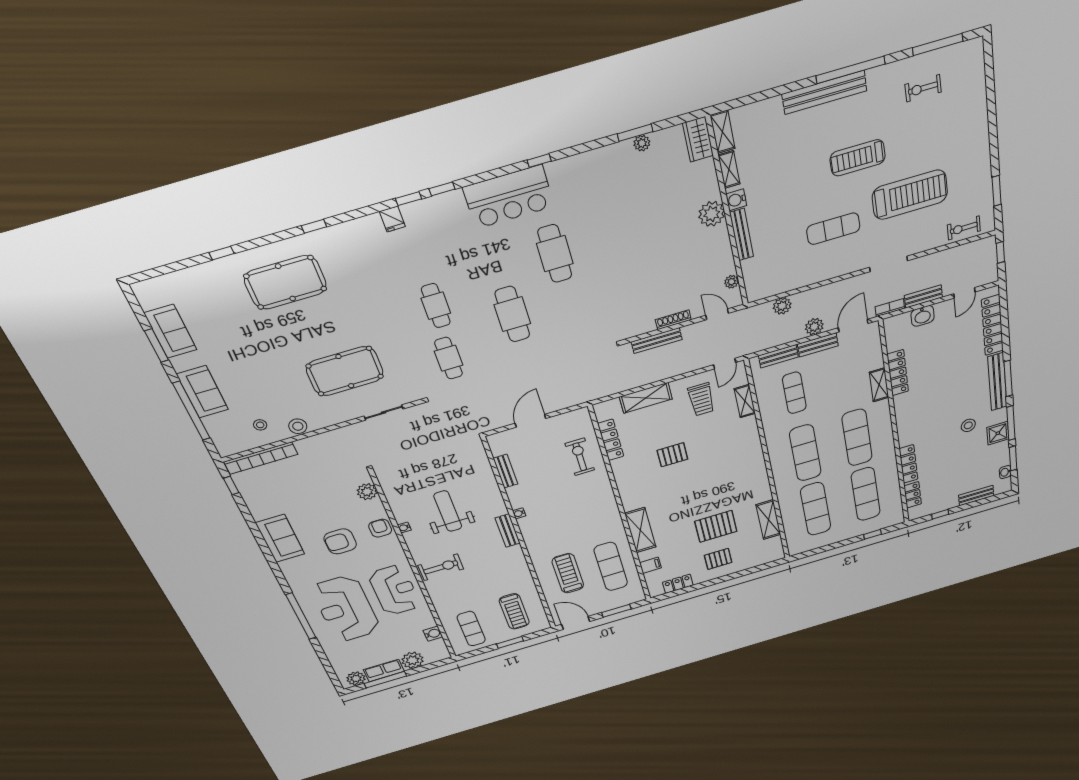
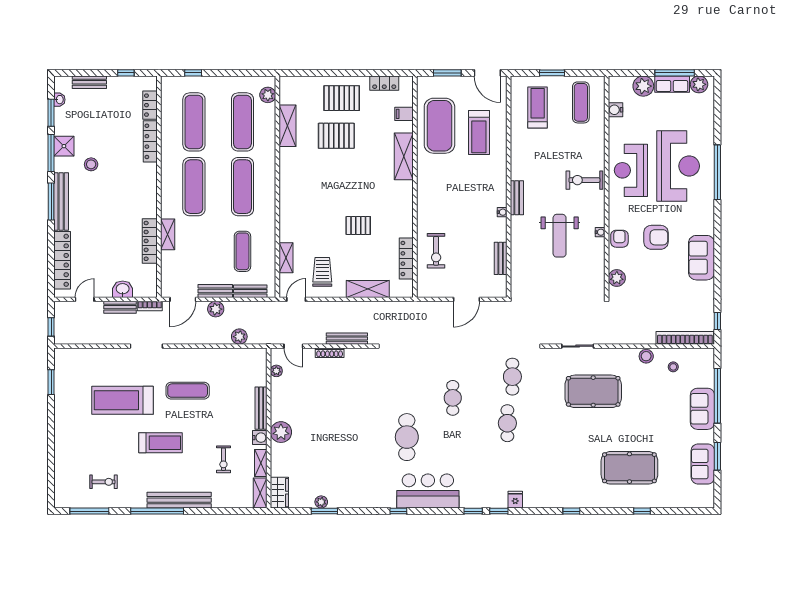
exercise bike: (964, 228) -> (223, 459), moved, turned 90
pool table: (285, 282) -> (629, 468), moved
cafe table: (512, 314) -> (453, 398), width x0.73, depth x0.74
armchair: (380, 528) -> (619, 239), turned 180
plant: (794, 539) -> (268, 95), added
pallet: (718, 559) -> (342, 98), width x1.50, depth x1.42
exercise mat: (611, 567) -> (439, 126), width x1.47

